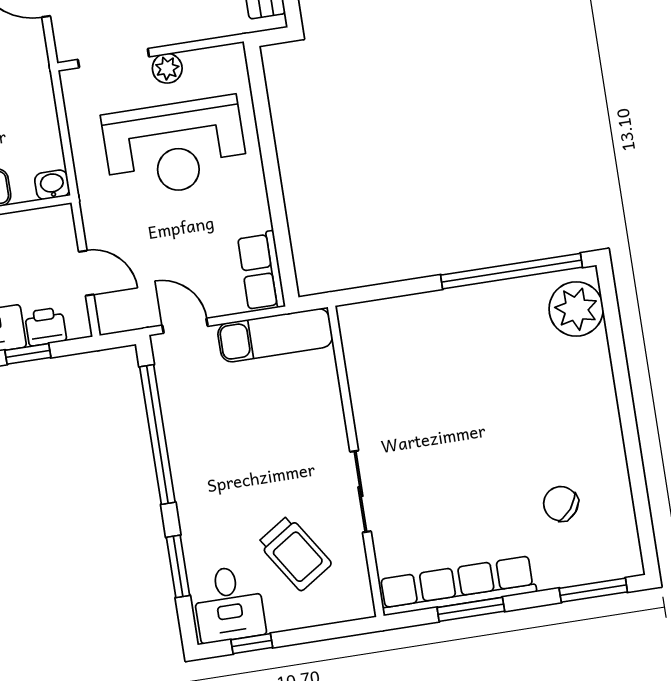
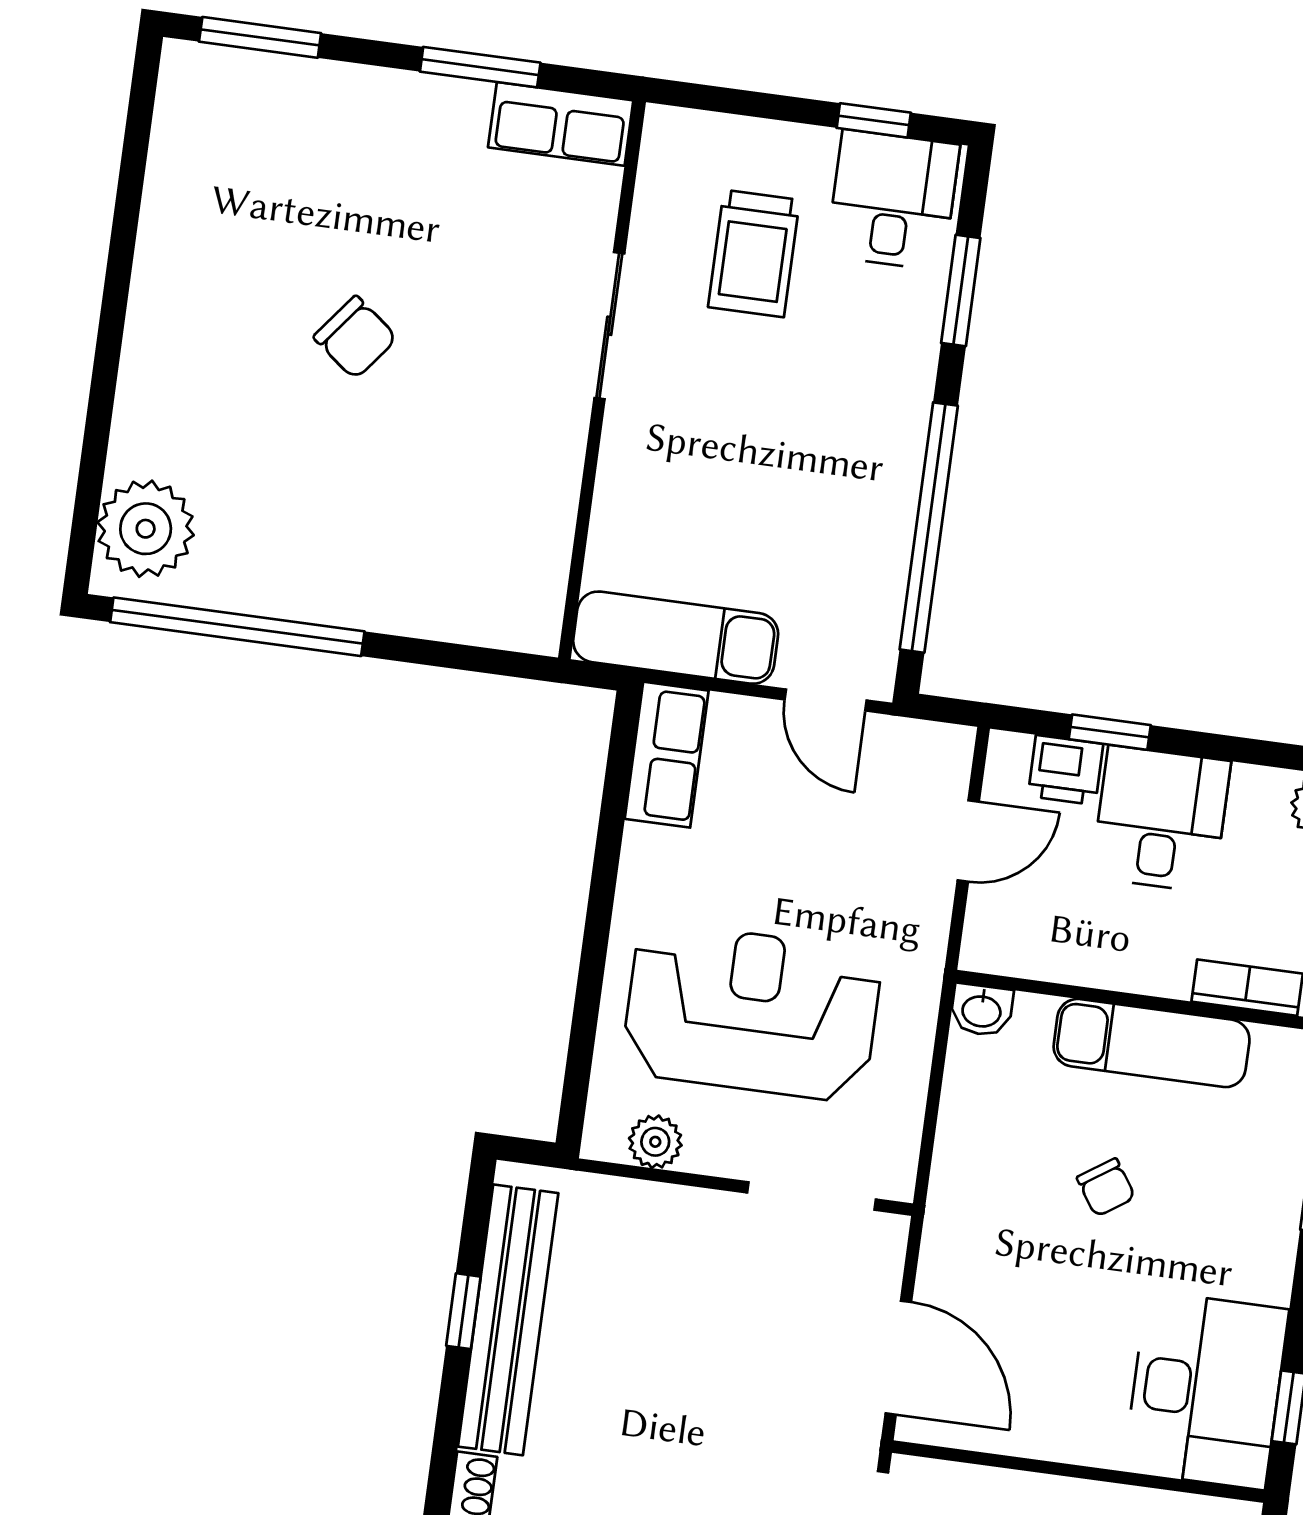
plant: (167, 68) -> (655, 1142), moved
door: (86, 273) -> (968, 841), swing flipped
chair: (561, 504) -> (355, 337), moved
trolley: (295, 553) -> (754, 253), turned -147
row of seats: (457, 586) -> (561, 124), width x0.50

